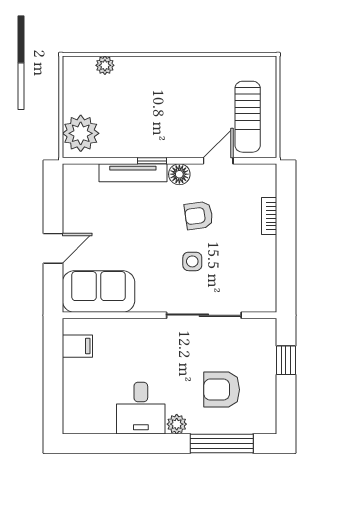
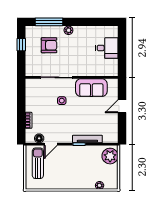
floor lamp: (179, 174) -> (39, 138), moved
armchair: (199, 215) -> (59, 121), removed
sofa: (99, 291) -> (91, 88), moved
filing cabinet: (77, 346) -> (111, 64), removed
window: (286, 360) -> (21, 45), moved
desk: (141, 408) -> (107, 48), moved, turned 90

